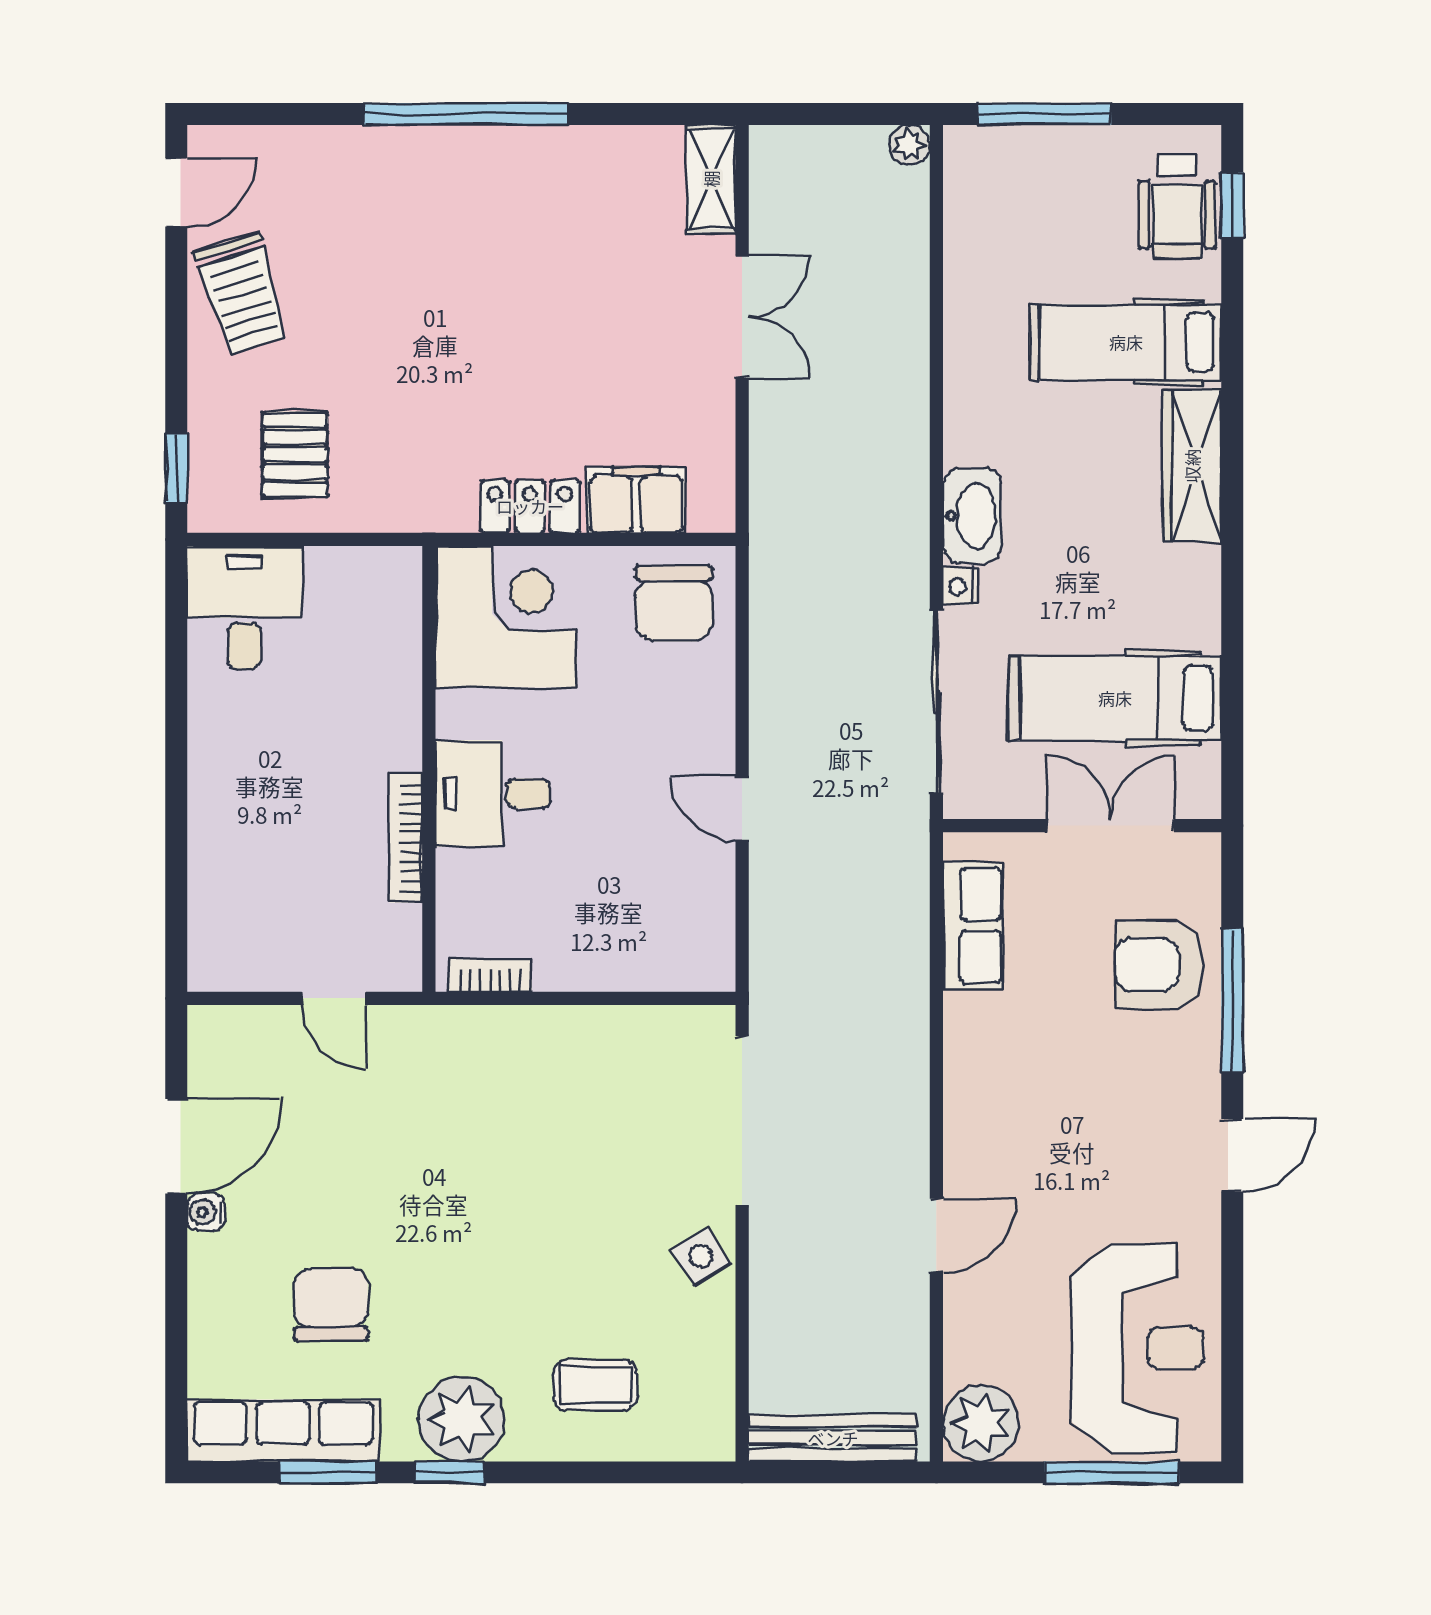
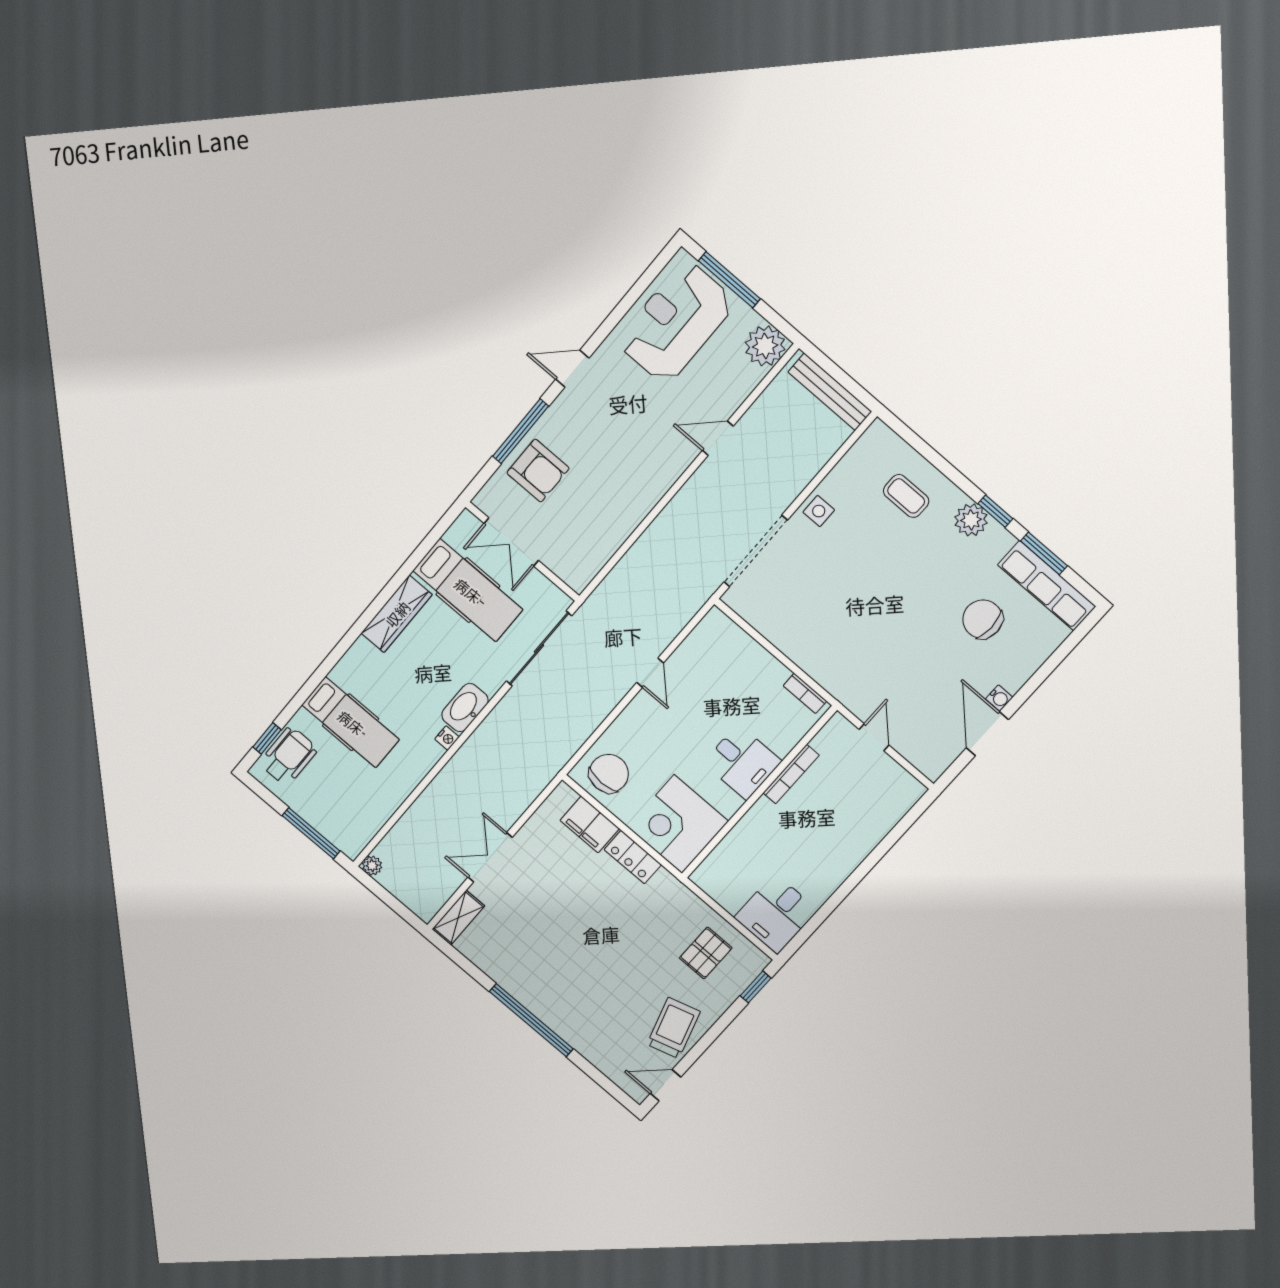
wardrobe: (1192, 466) -> (397, 614), moved
nightstand: (960, 586) -> (447, 738), moved
row of seats: (973, 926) -> (598, 549), removed
door: (176, 1146) -> (987, 734), hinge flipped
side table: (701, 1256) -> (819, 511), turned 33
chair: (331, 1305) -> (983, 619), turned 90
plant: (462, 1419) -> (971, 520), width x0.73, depth x0.73

